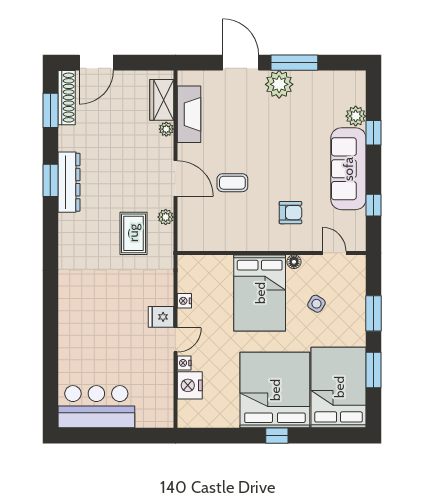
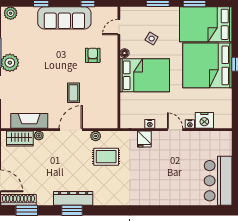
plant: (356, 116) -> (11, 13), moved
fridge: (161, 317) -> (144, 139), moved

